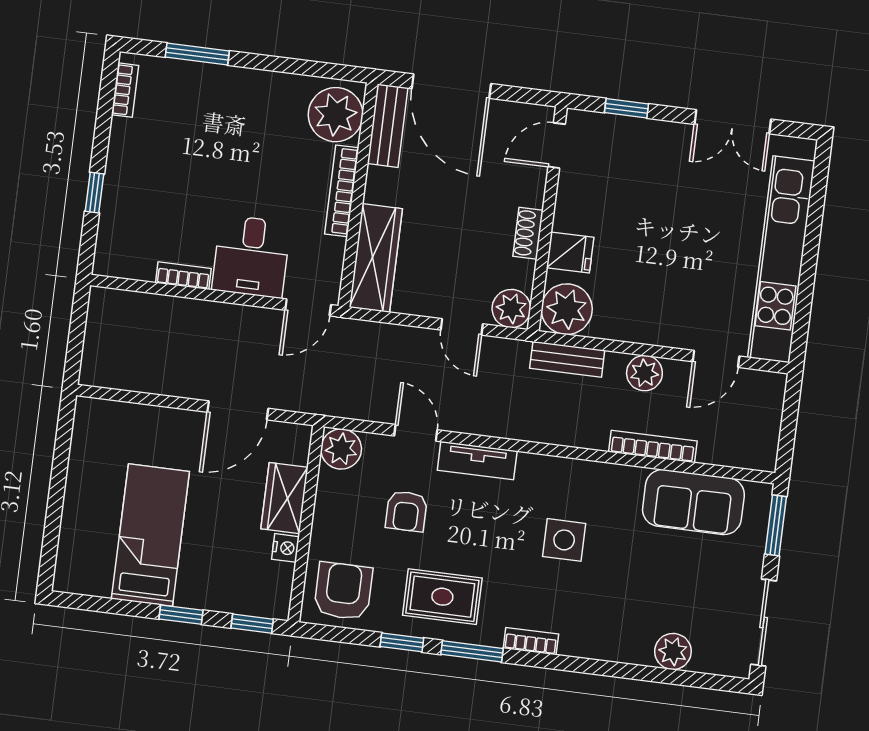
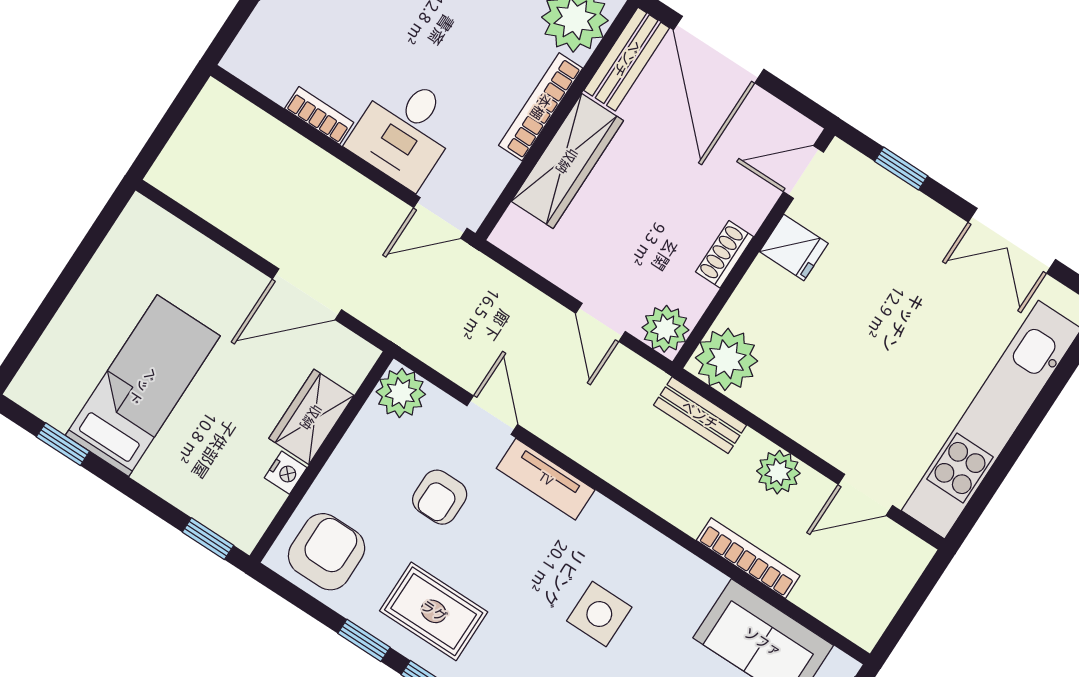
fridge: (570, 252) -> (794, 247), moved
wardrobe: (376, 258) -> (567, 161), moved
window: (181, 615) -> (63, 444), moved

